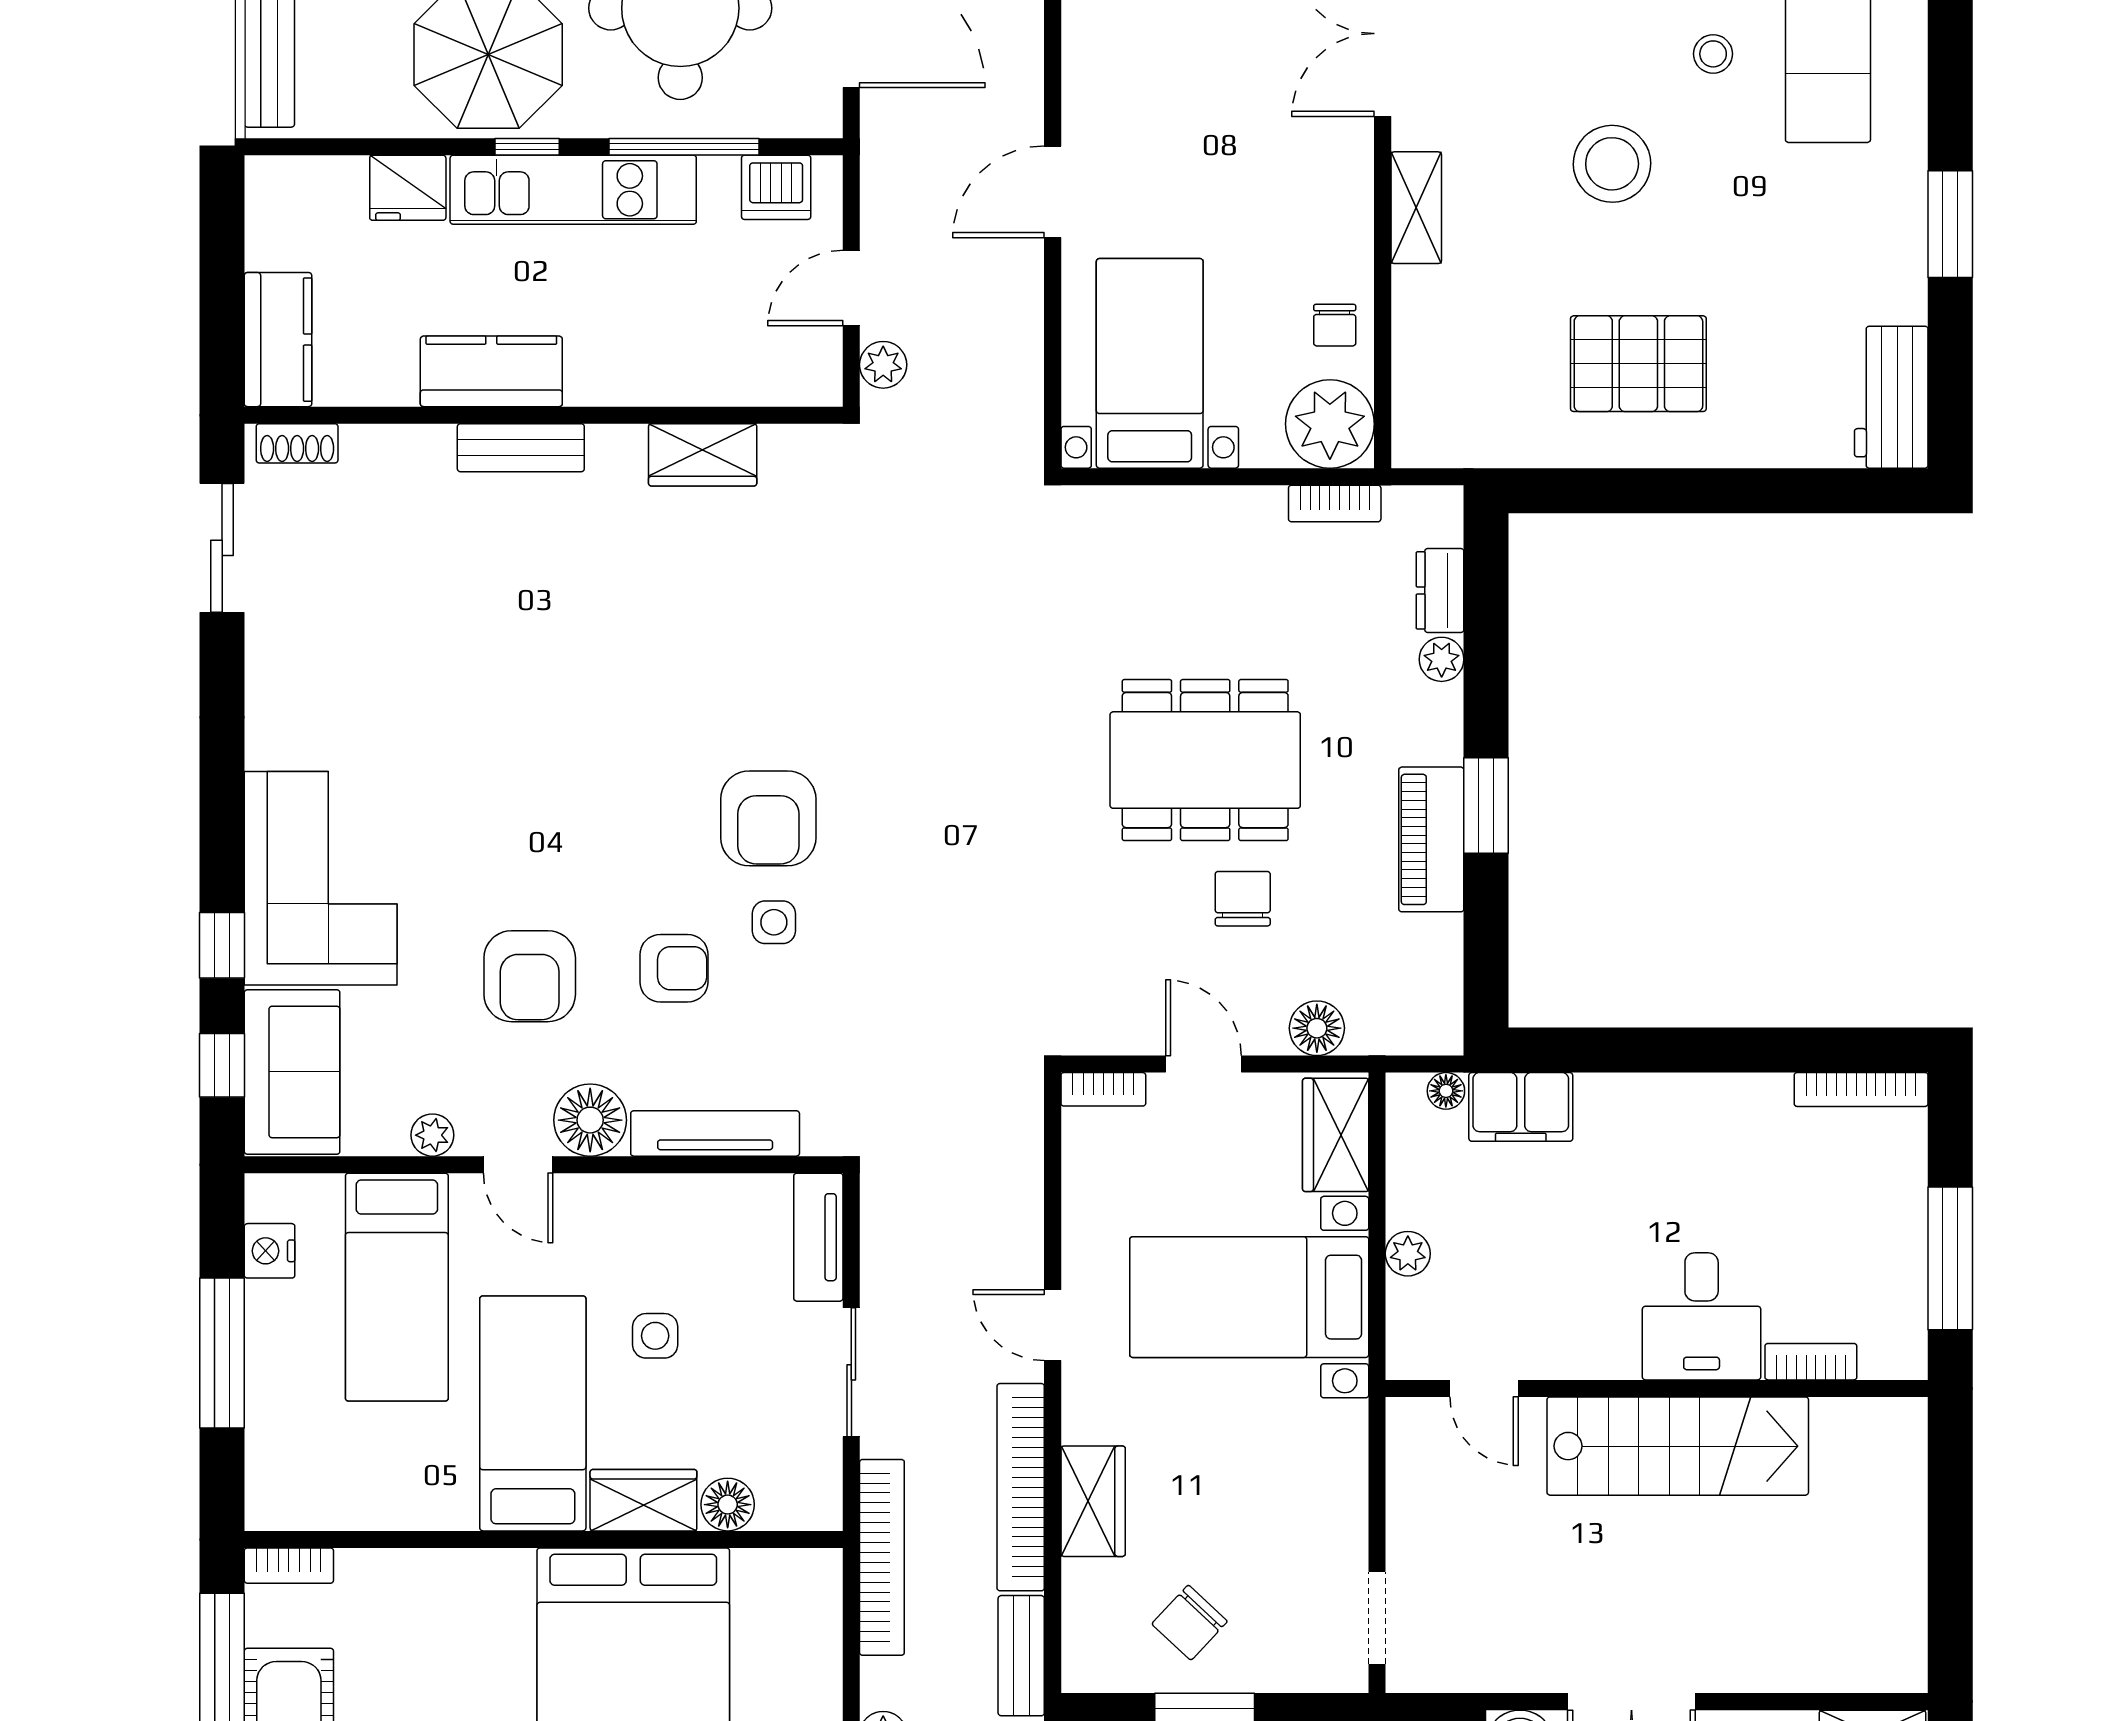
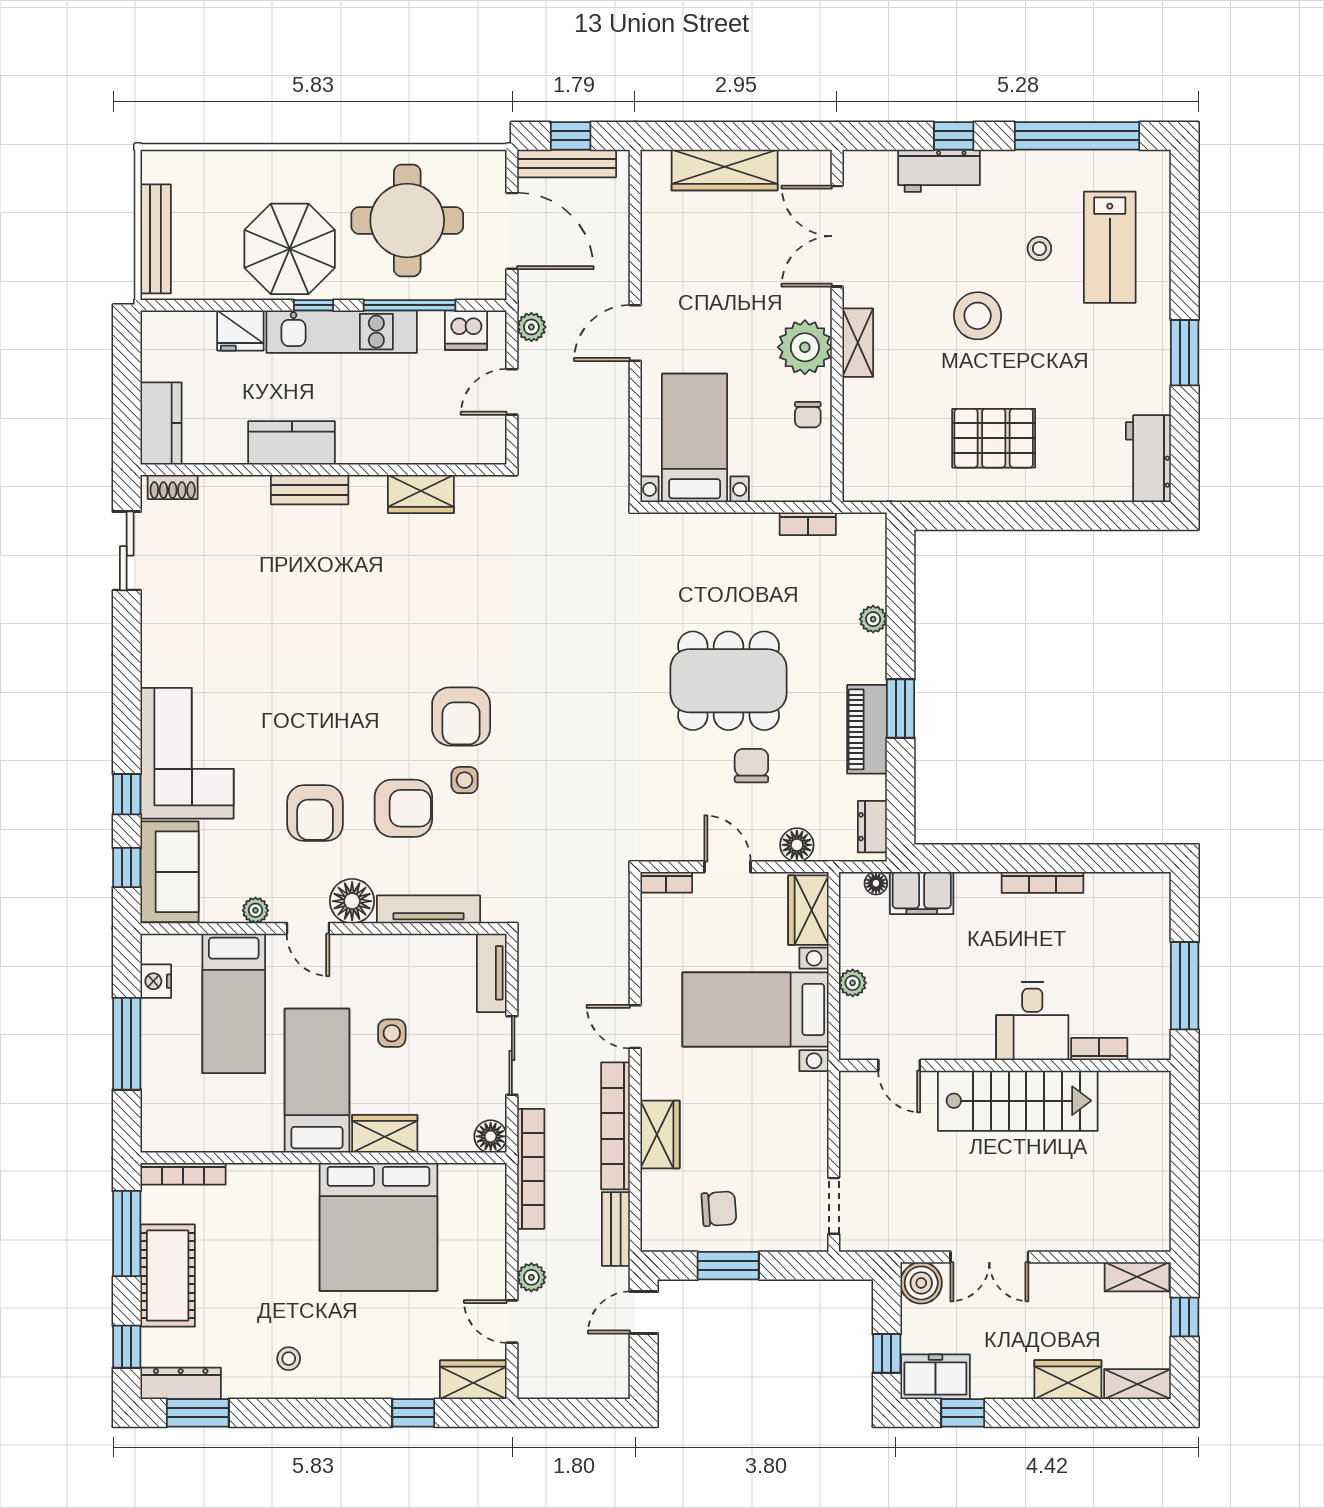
plant: (883, 365) -> (531, 327), moved
plant: (1330, 424) -> (805, 347), moved
dresser: (1440, 590) -> (872, 827), moved
armchair: (674, 968) -> (403, 808), width x1.38, depth x1.38
bookcase: (1861, 1089) -> (1042, 882), moved
floor lamp: (728, 1505) -> (491, 1136), moved
bookcase: (289, 1566) -> (183, 1174), width x1.56
chair: (1190, 1623) -> (719, 1209), turned -137

